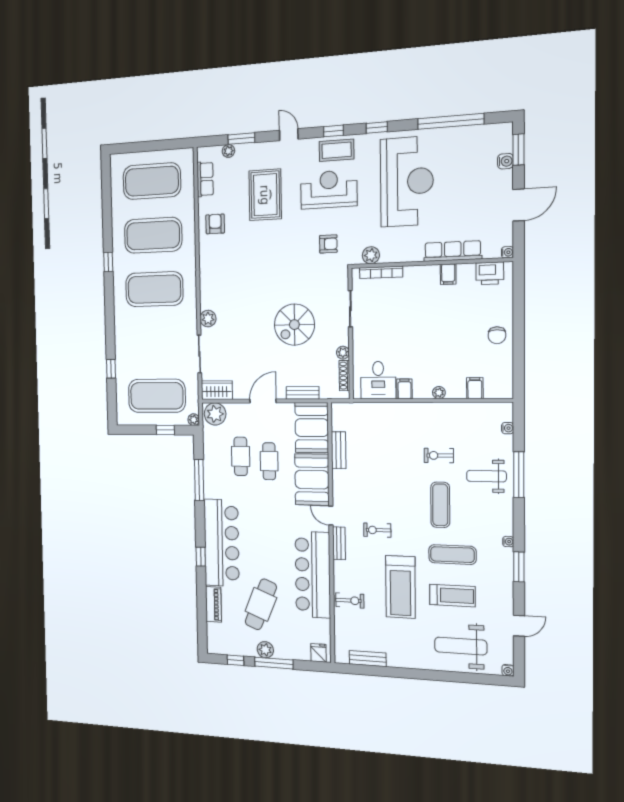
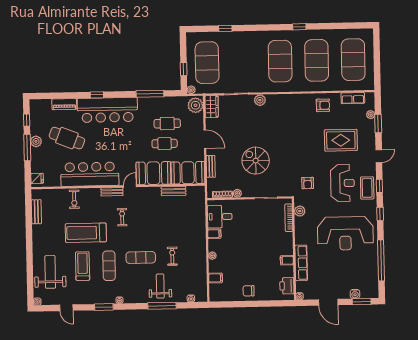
treadmill: (452, 596) -> (83, 266), turned 180

